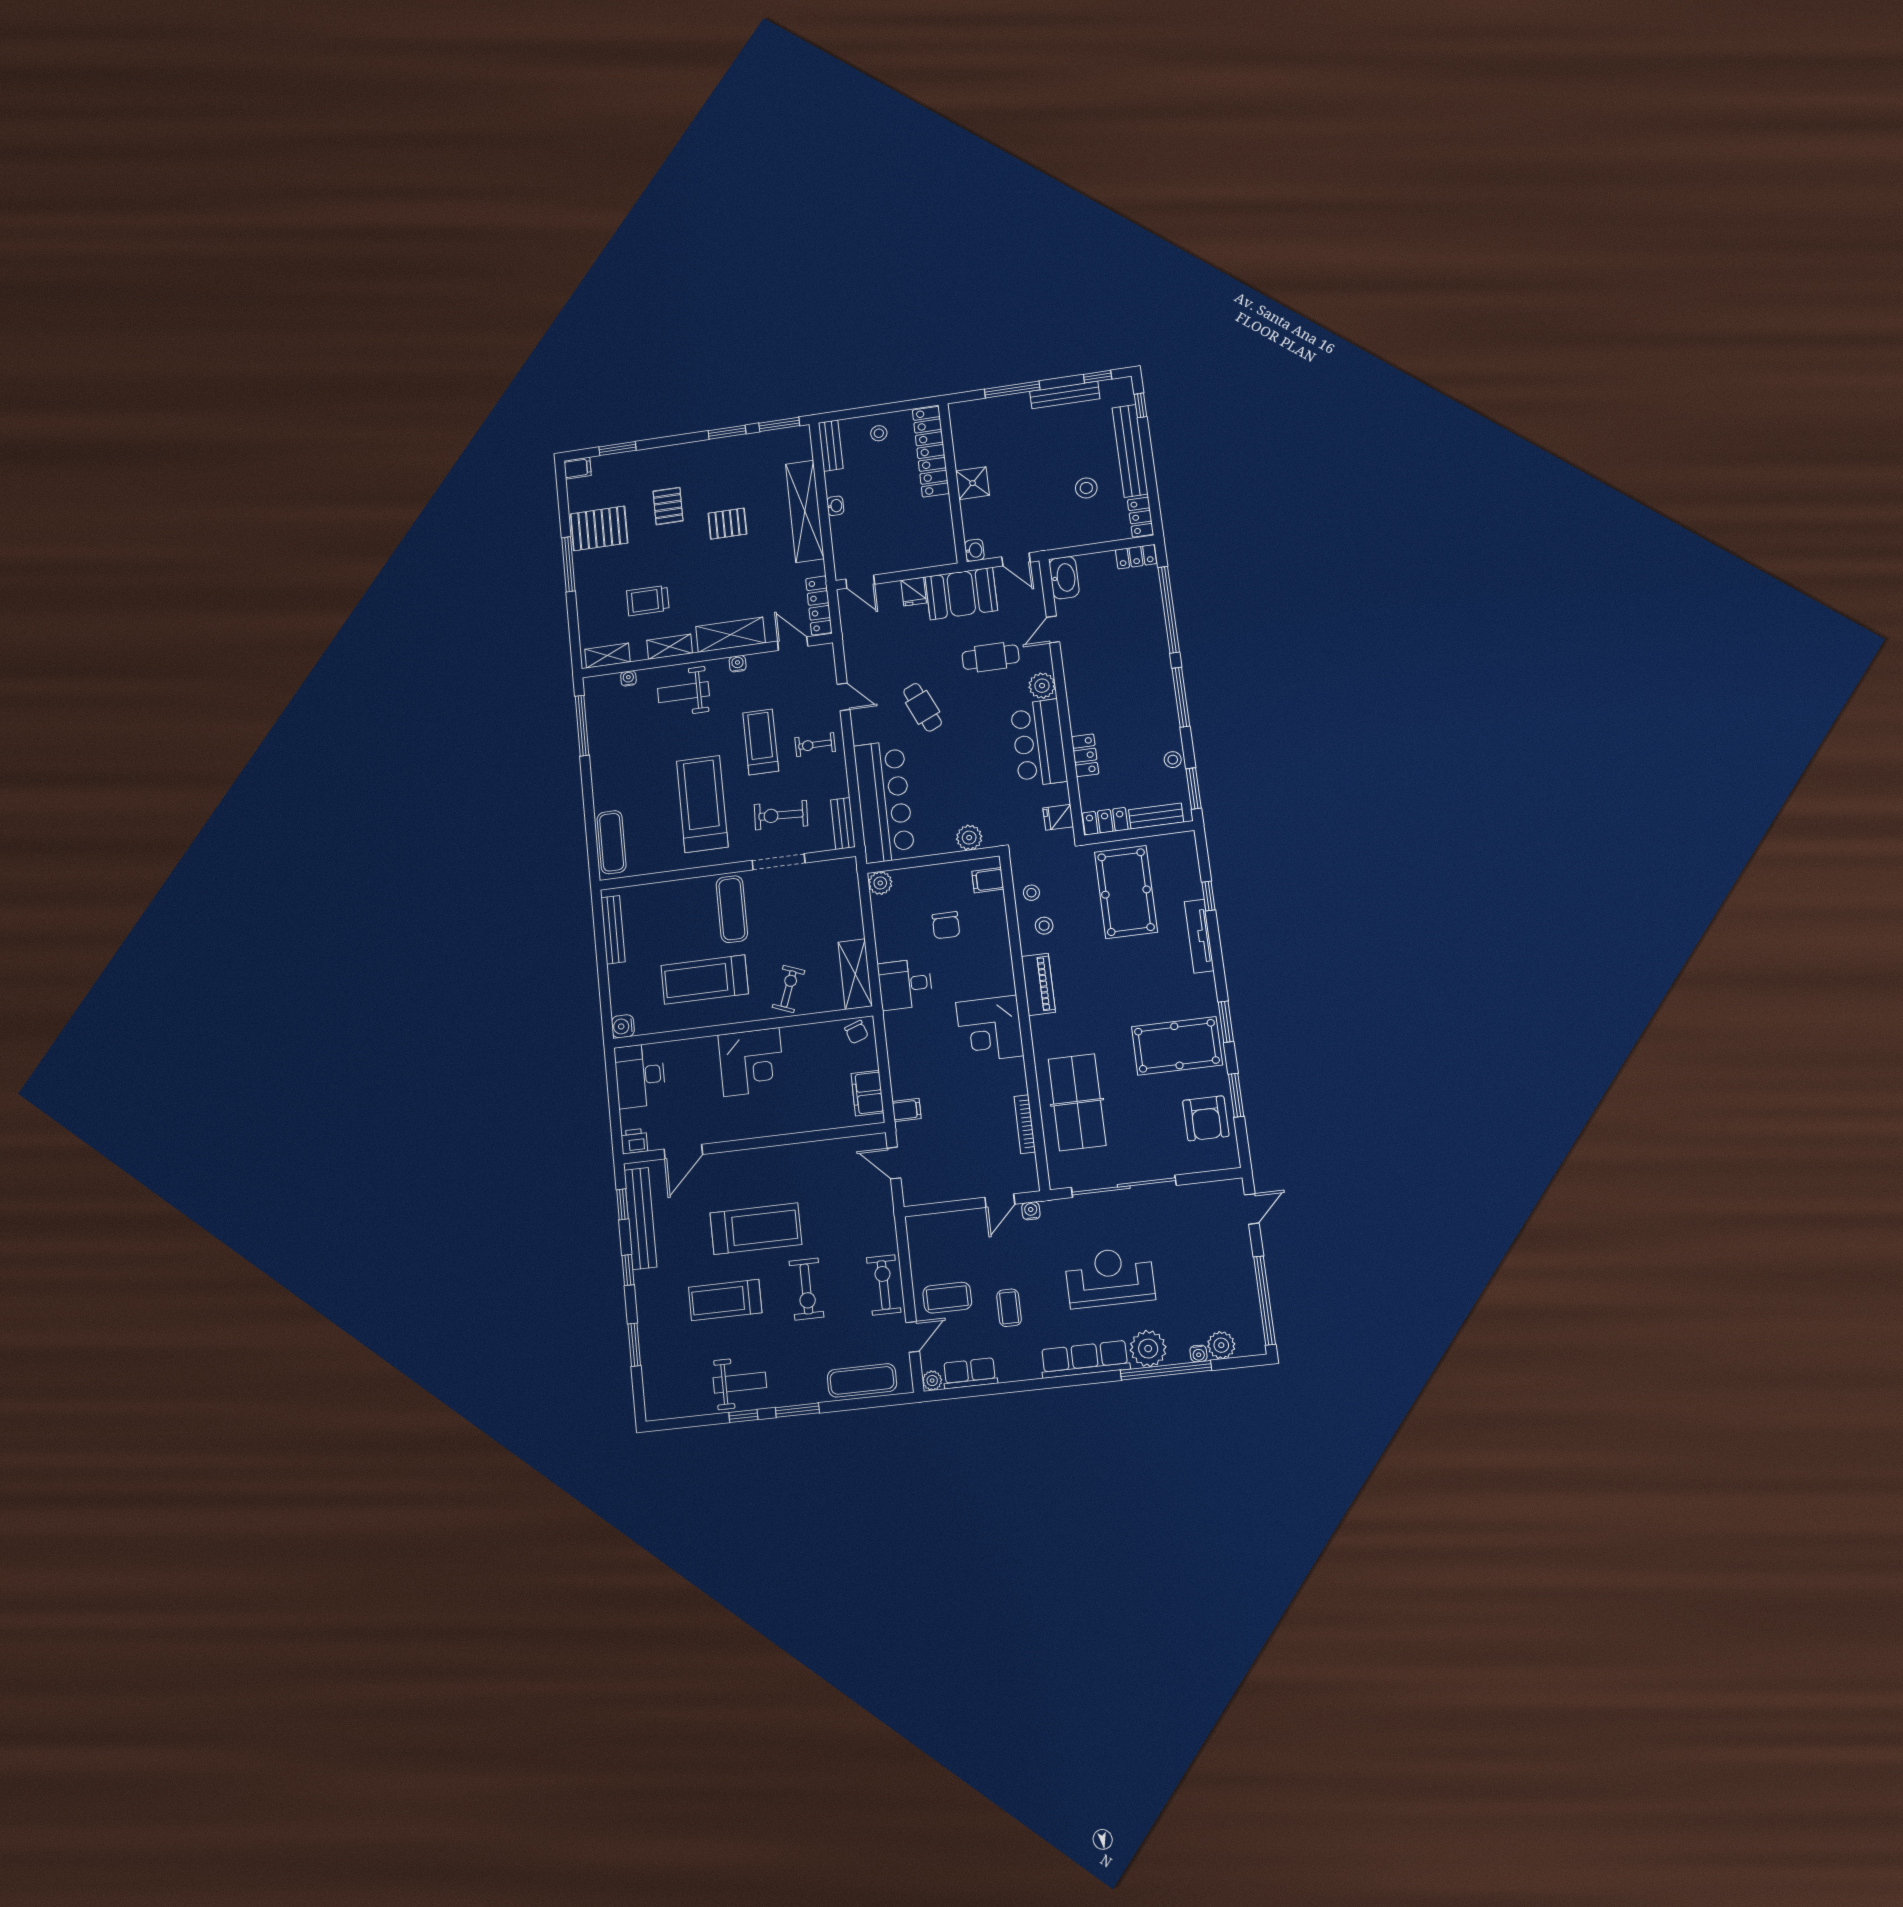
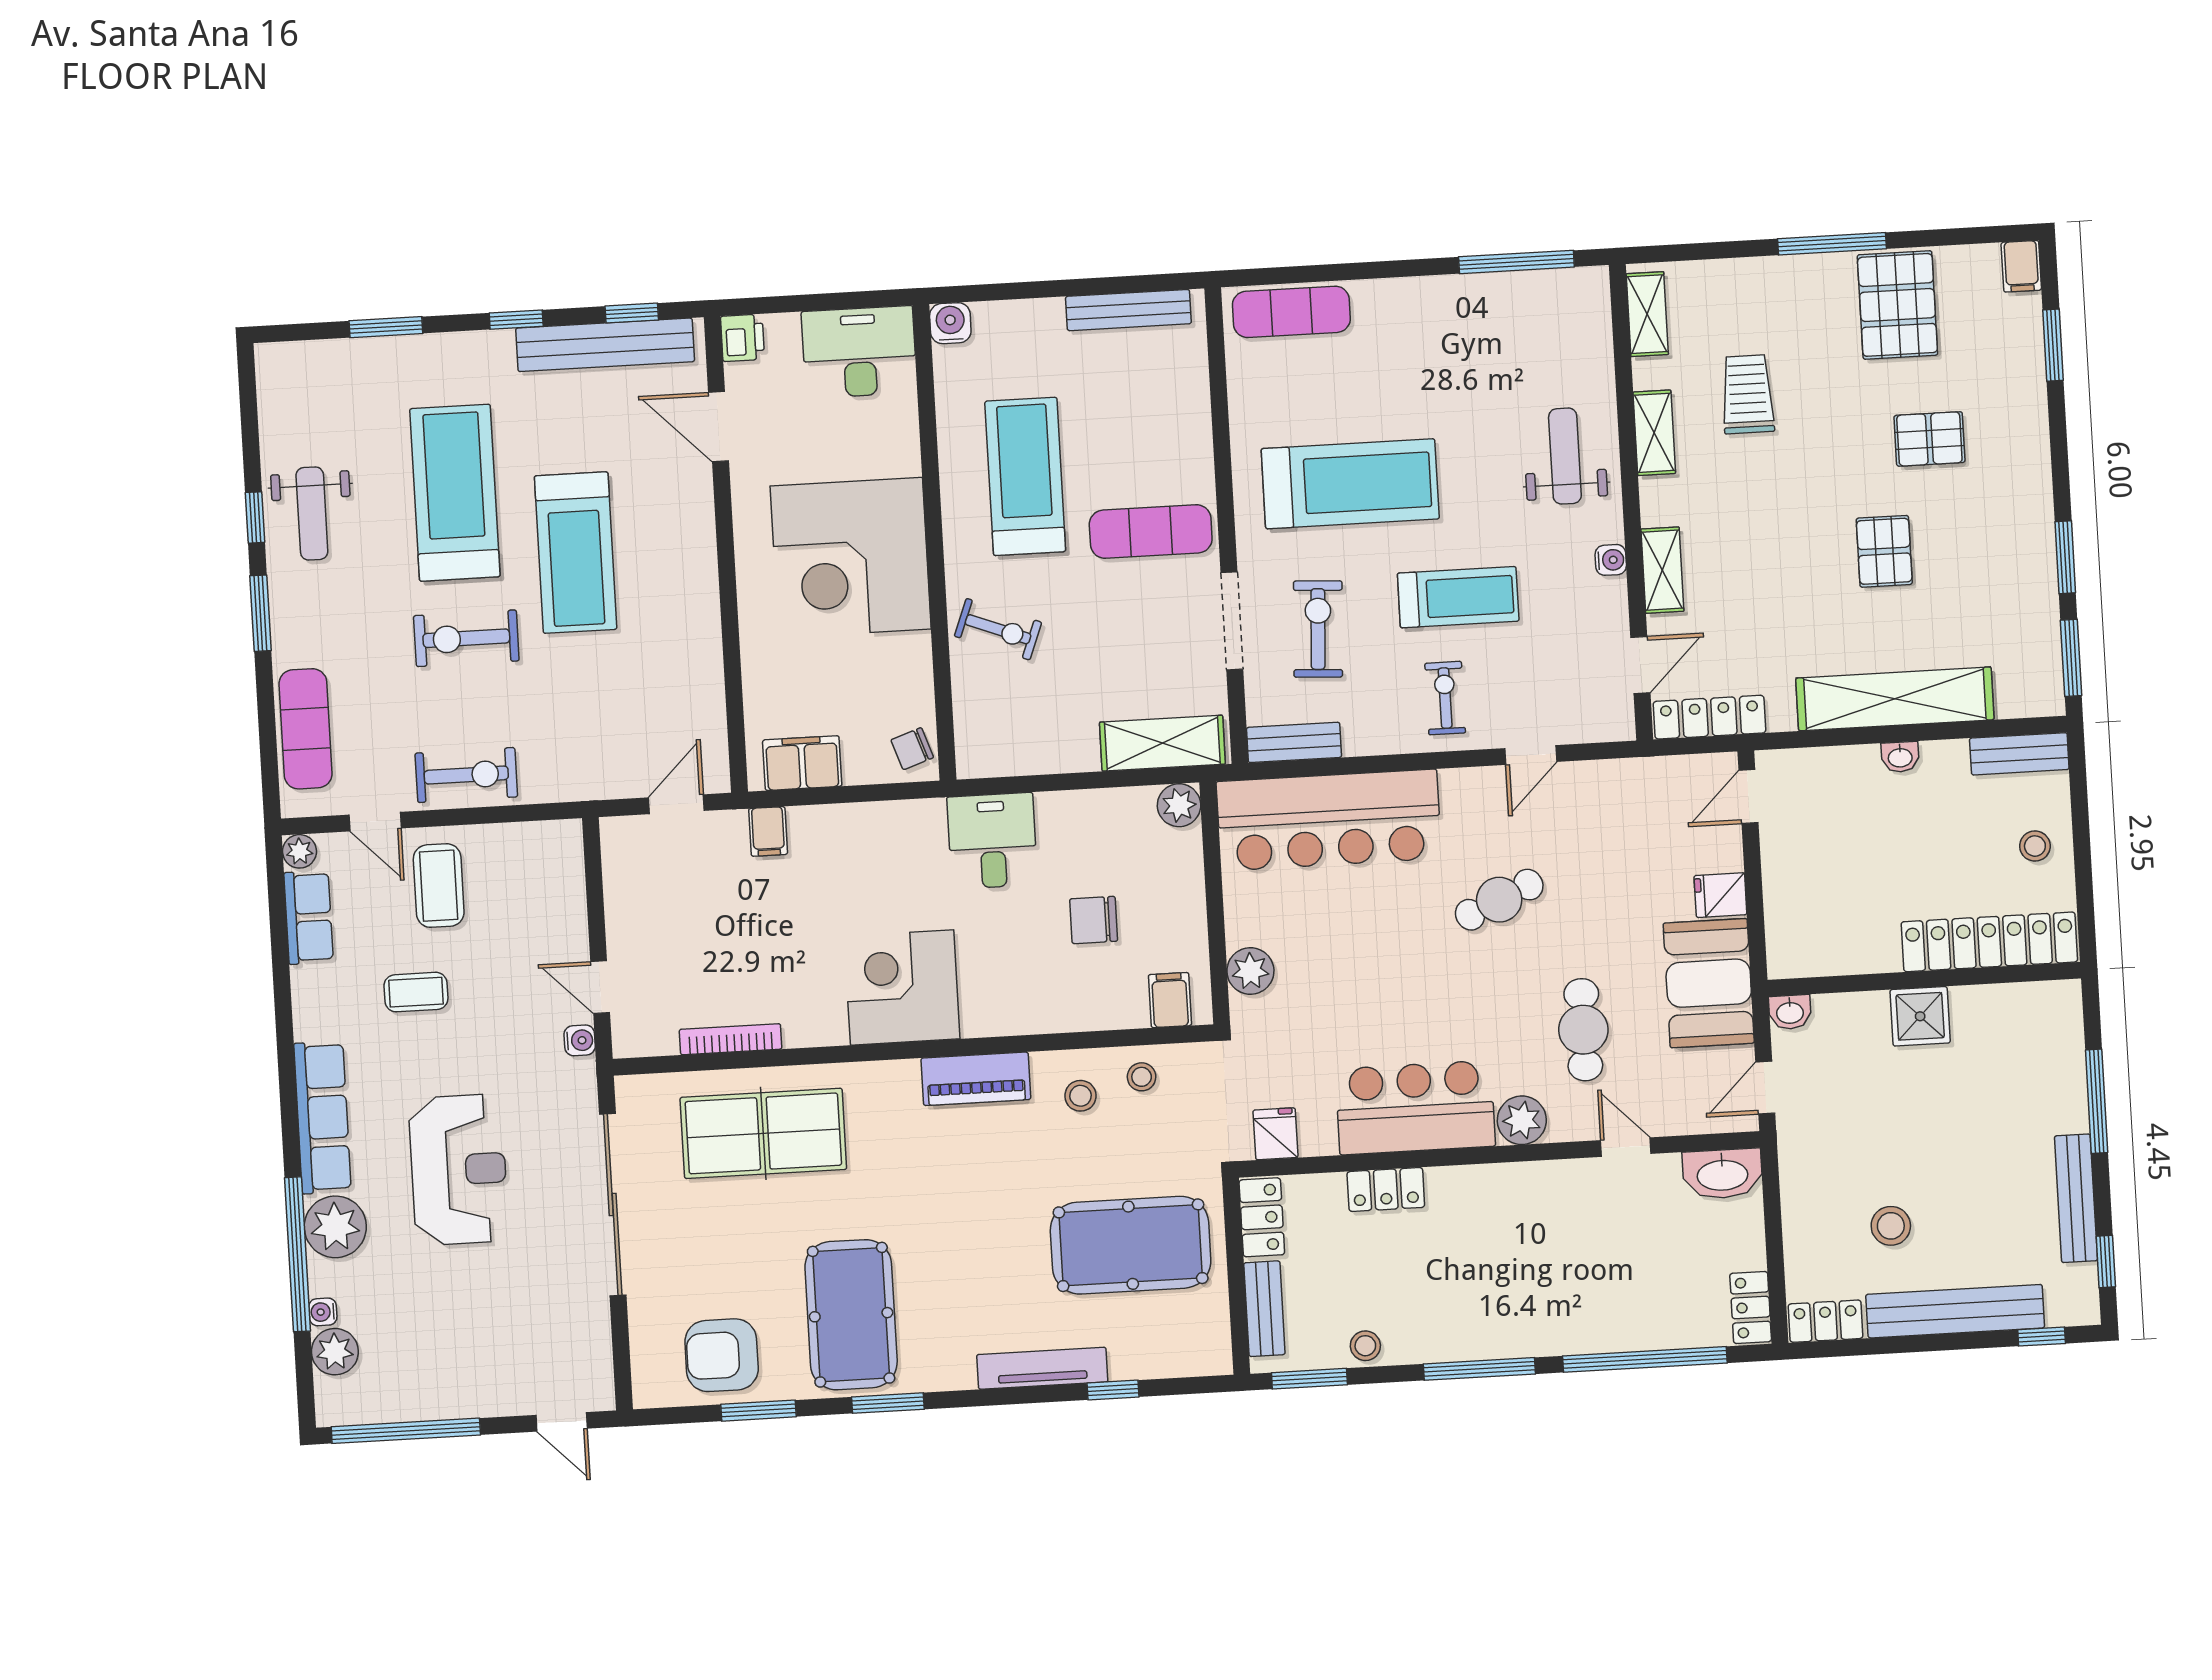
shelving: (730, 635) -> (1662, 570), width x0.67, depth x0.75
water cooler: (628, 678) -> (1600, 353), removed
shelving: (855, 974) -> (1162, 743), moved
corner desk: (751, 1062) -> (851, 557), width x1.36, depth x1.36
treadmill: (725, 1300) -> (455, 493), width x1.37, depth x1.38

